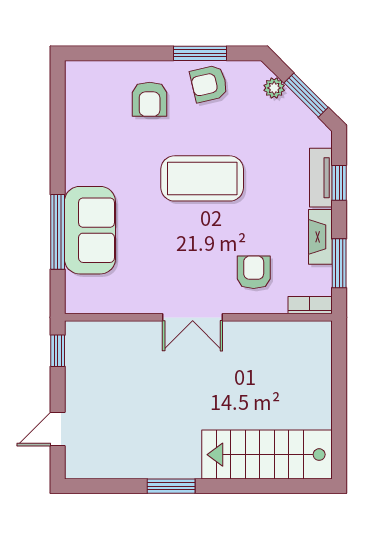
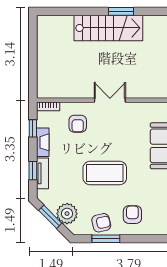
plant: (274, 88) -> (67, 214), width x1.88, depth x1.88
window: (339, 263) -> (33, 128), width x0.67
stairs: (267, 455) -> (108, 28), moved

